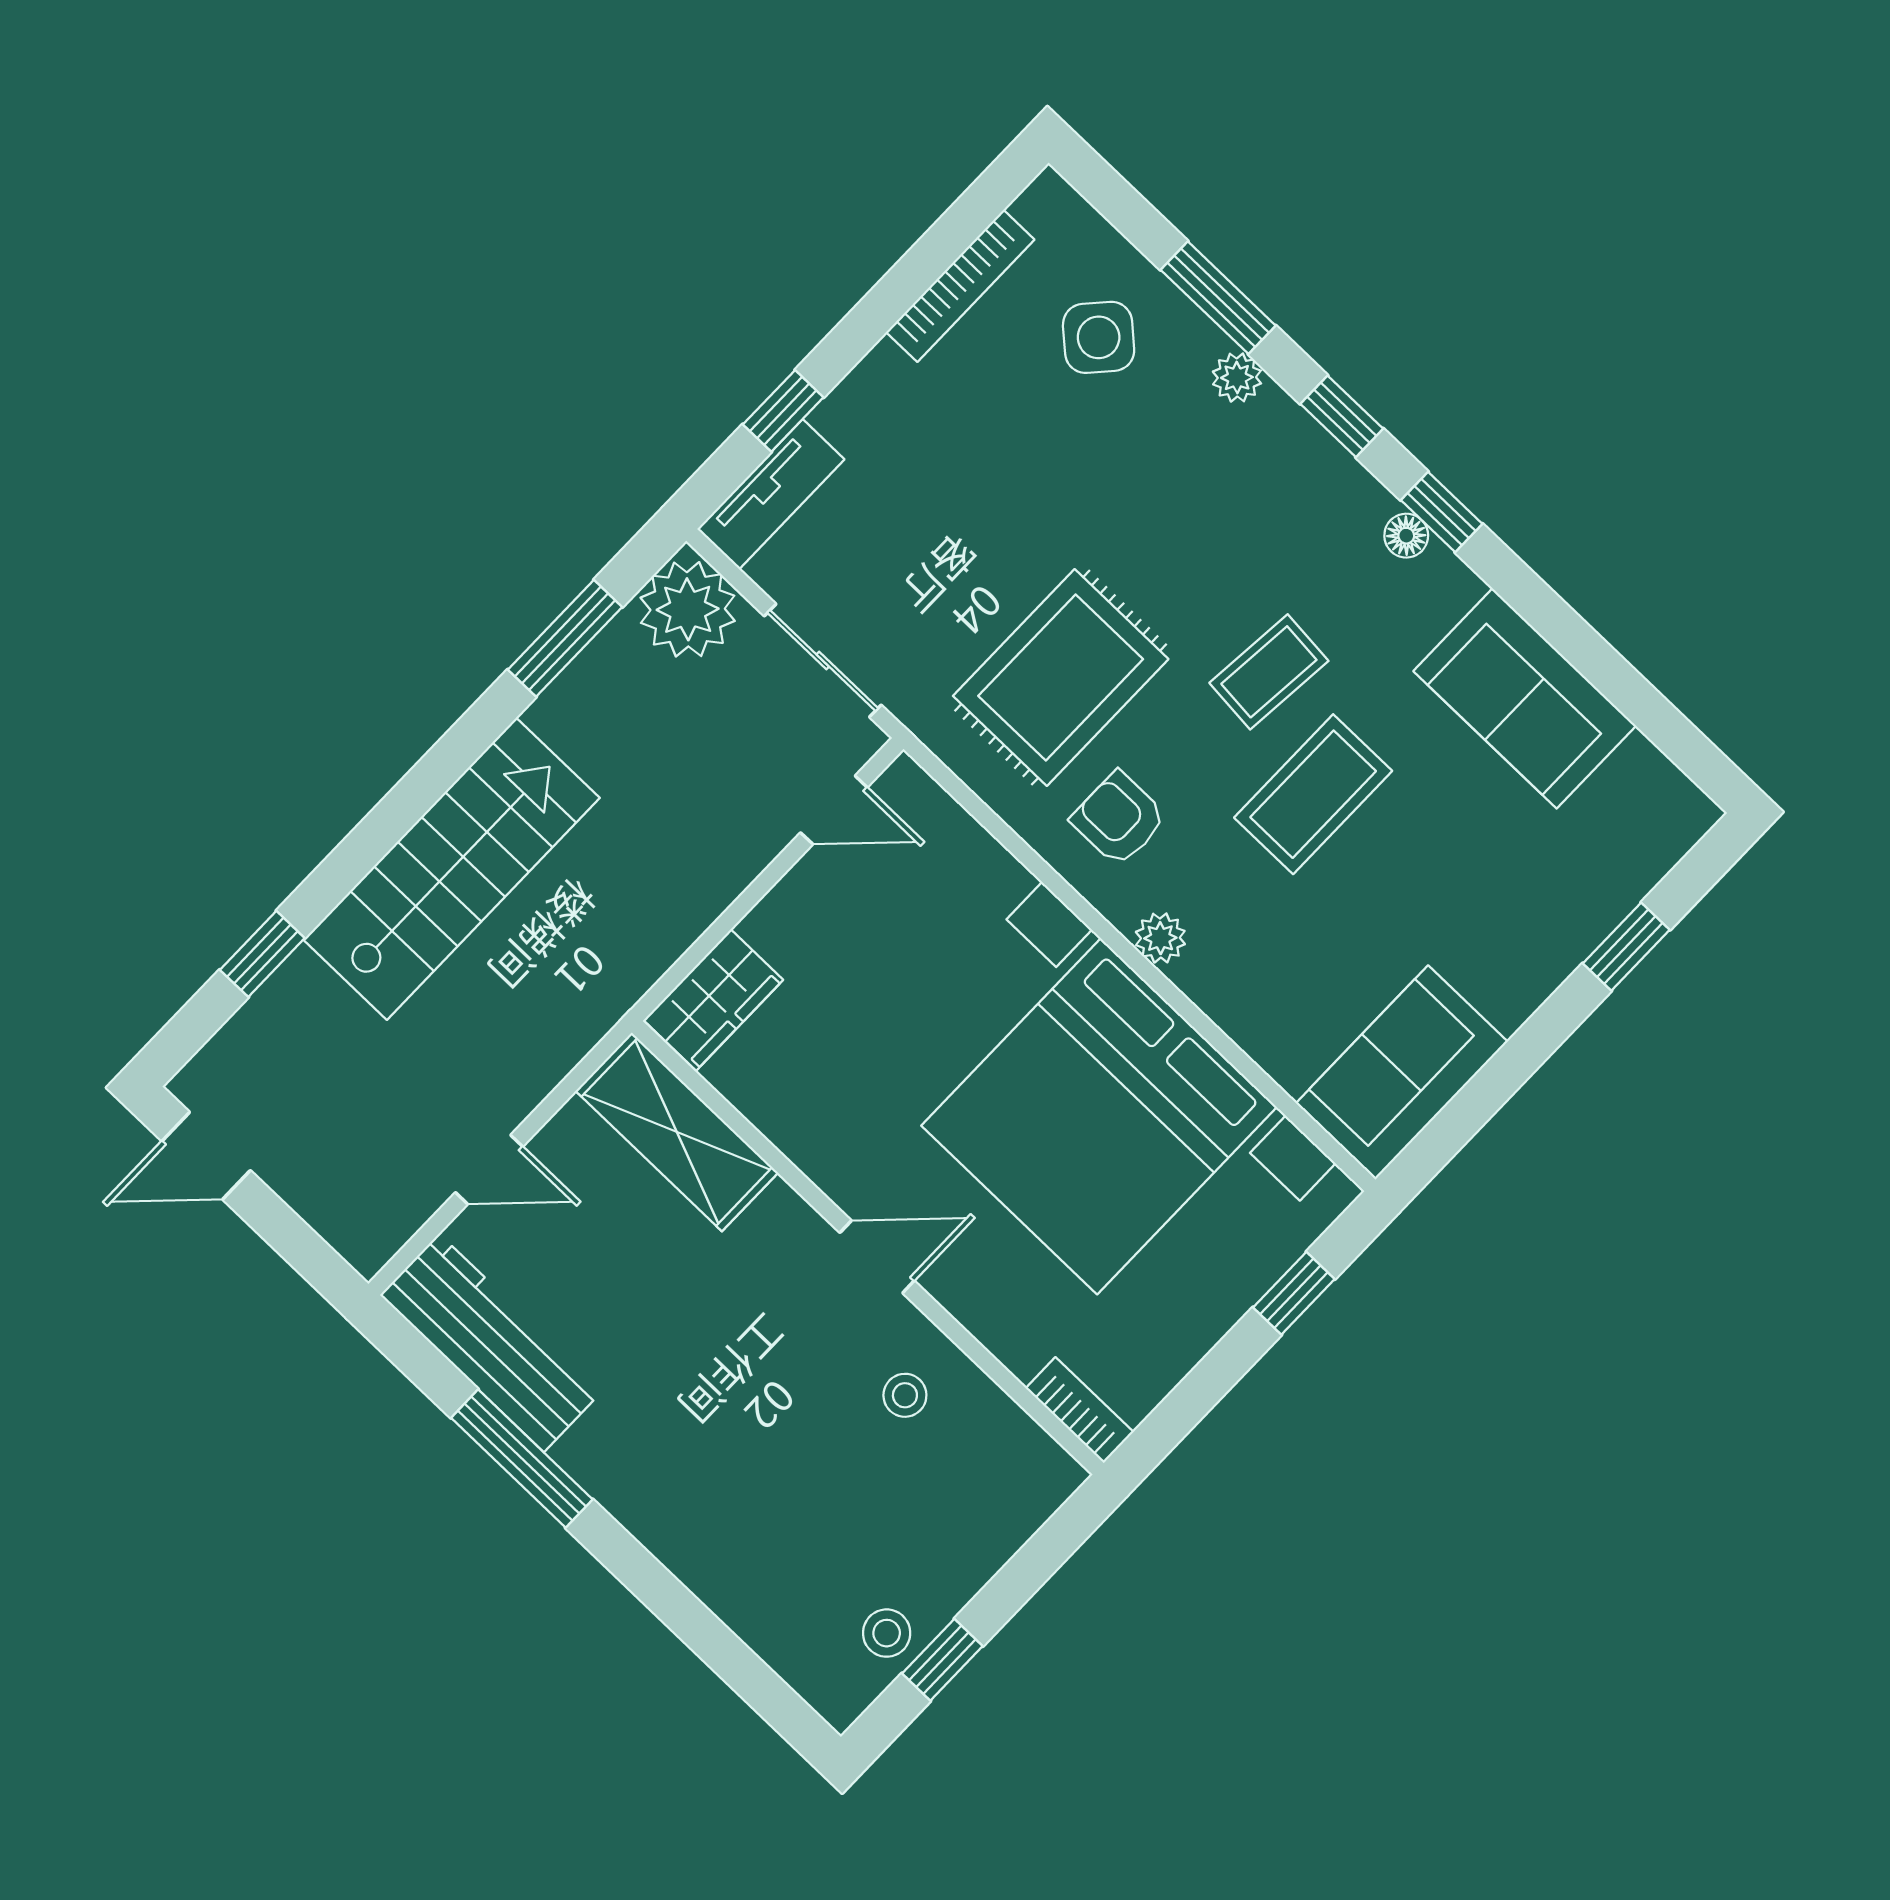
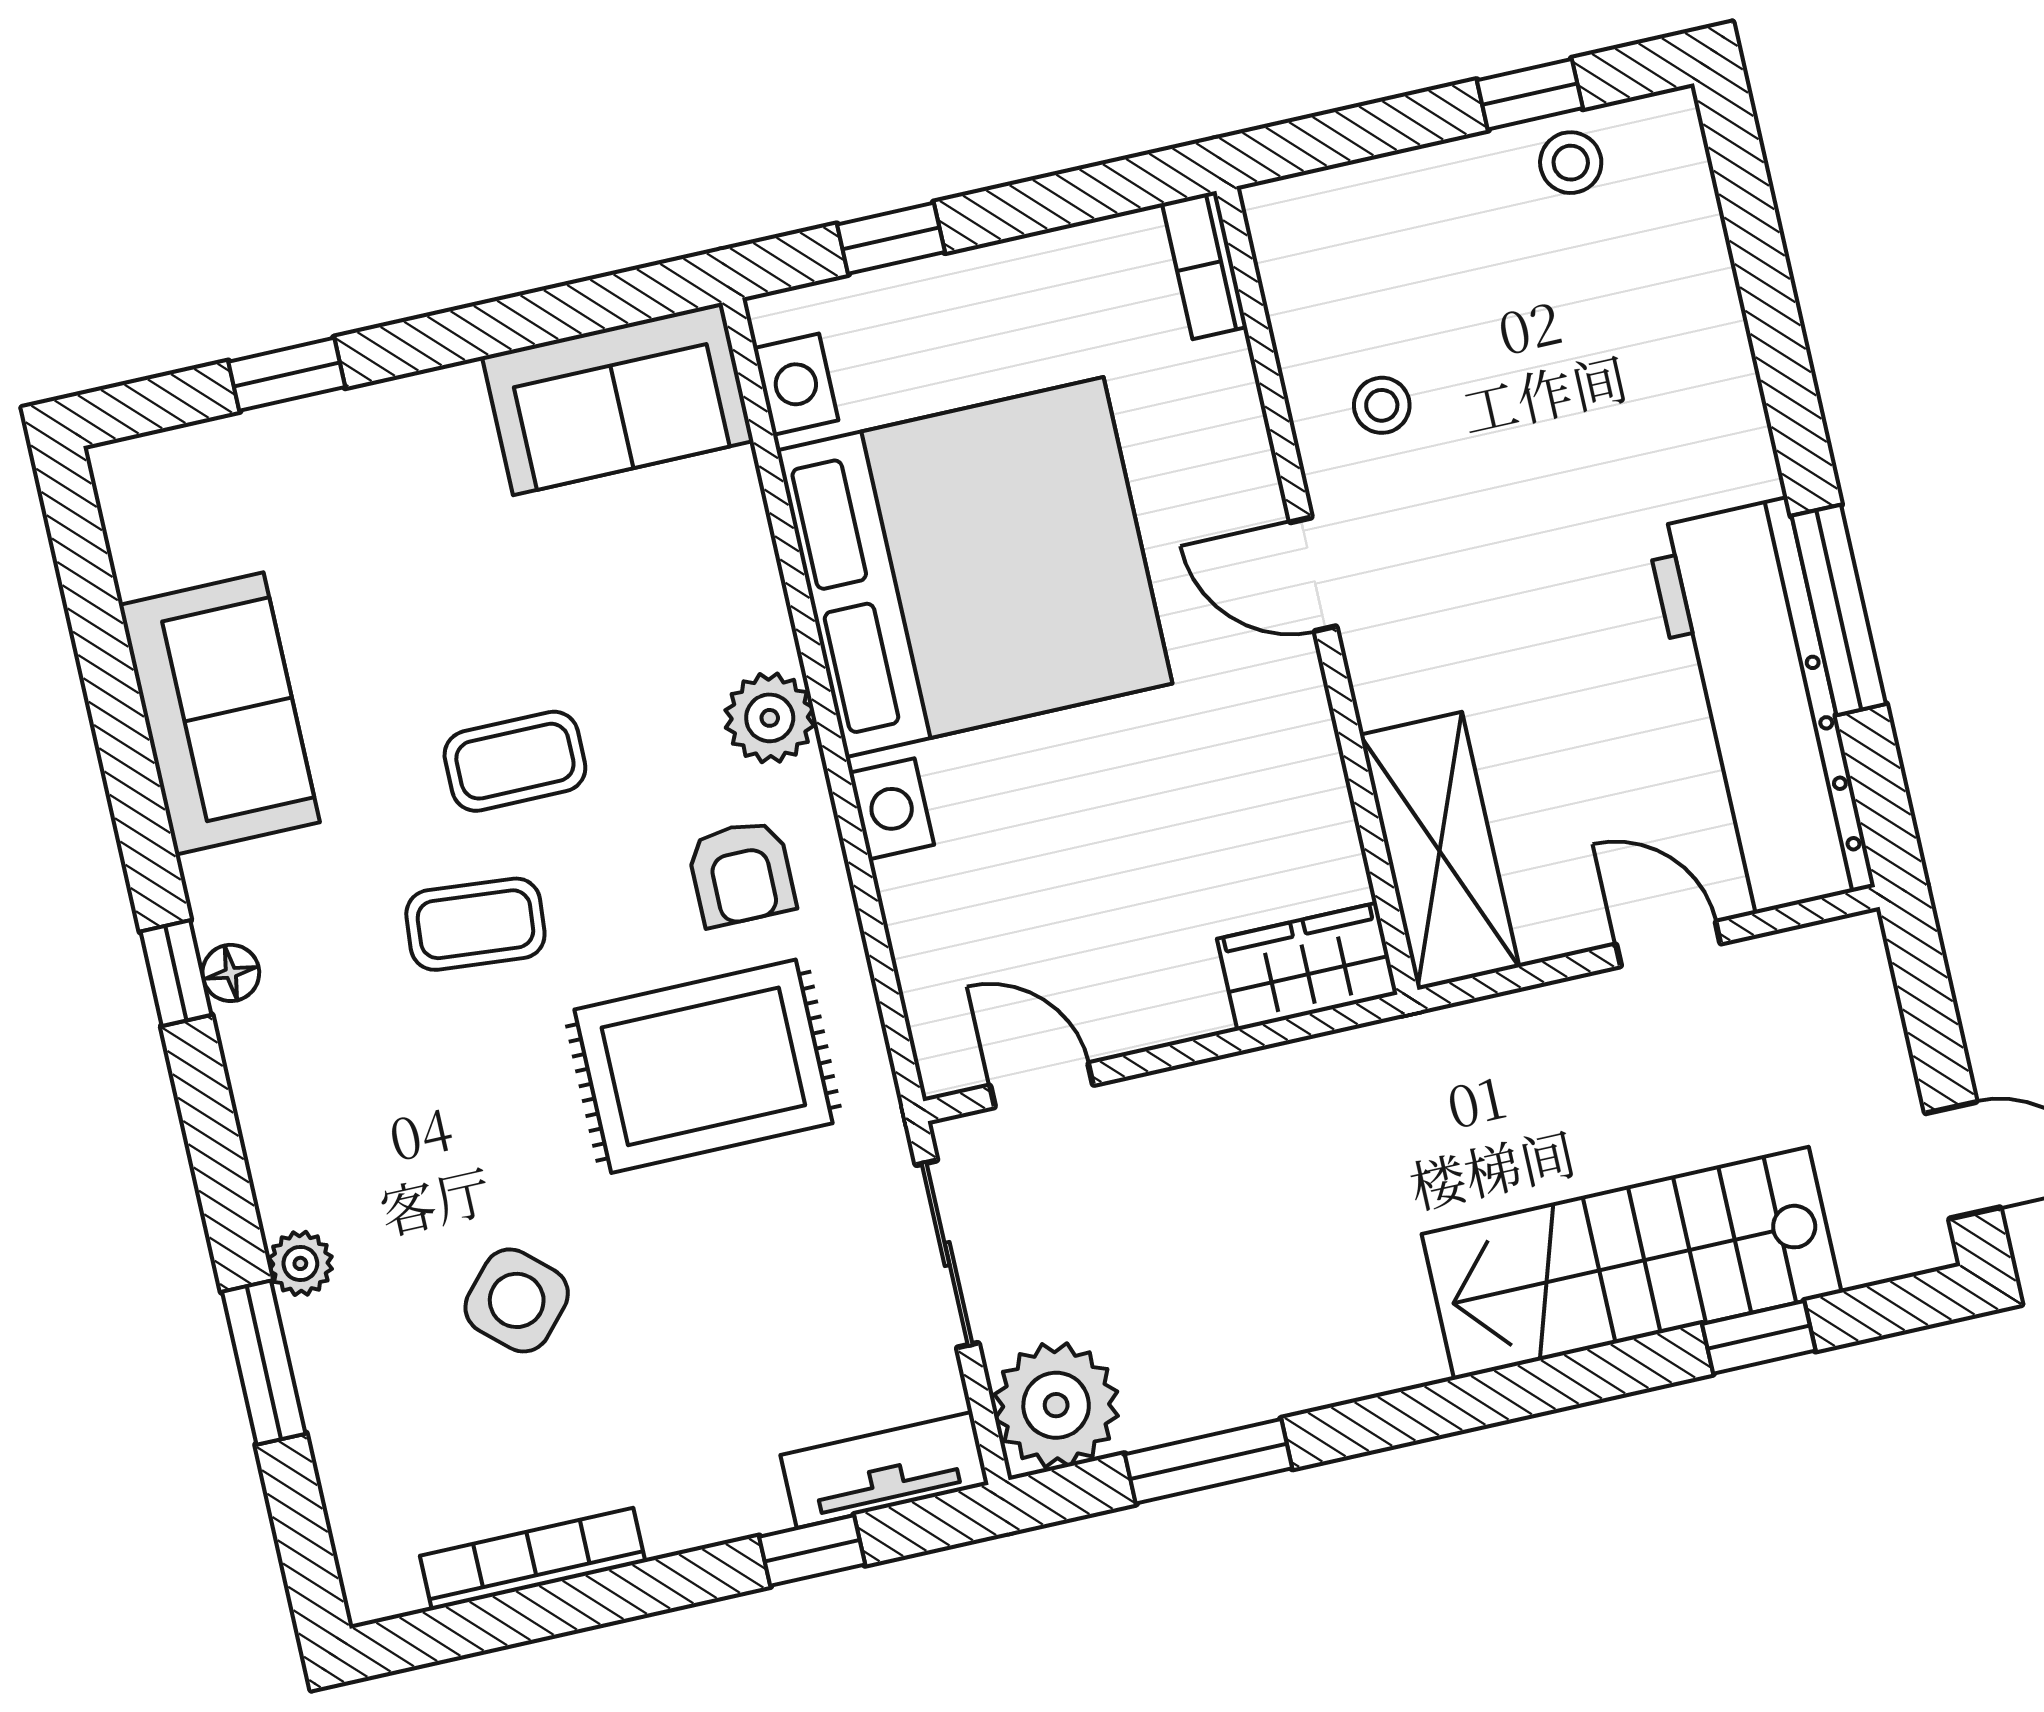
side table: (1099, 337) -> (517, 1300), moved
window: (1342, 416) -> (215, 1147), removed
coffee table: (1313, 794) -> (515, 761), width x0.73, depth x0.77
stairs: (452, 869) -> (1632, 1263), moved
plant: (1160, 938) -> (770, 718), width x1.38, depth x1.38
workbench: (491, 1343) -> (1760, 708), width x1.36, depth x1.32

